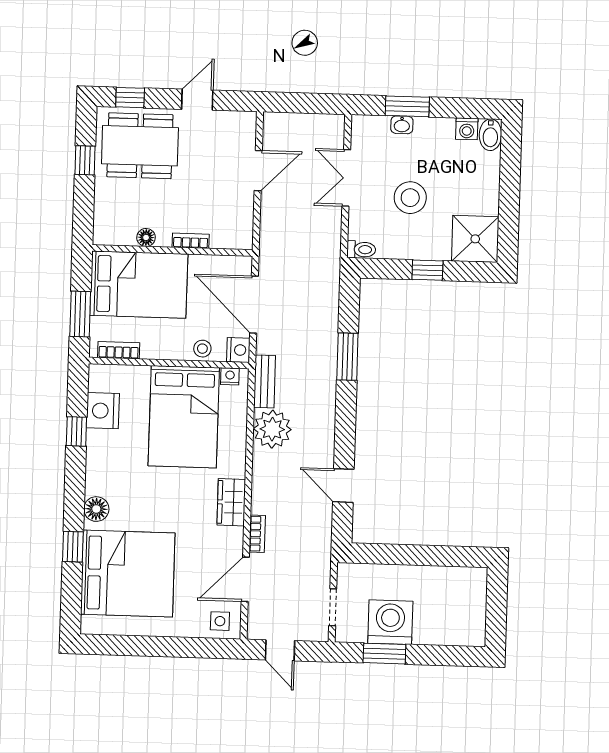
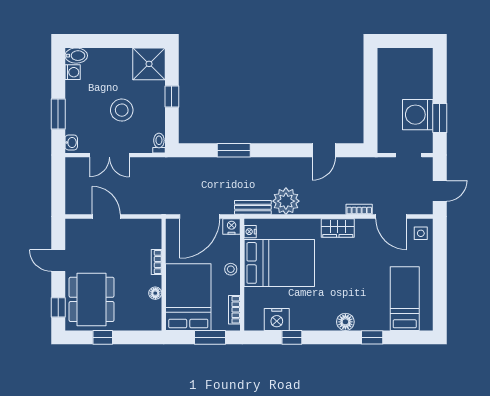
washbasin: (402, 125) -> (71, 142), moved
stool: (202, 349) -> (231, 269), moved
bed: (128, 574) -> (405, 299), width x0.49

